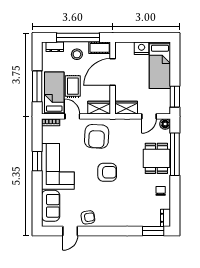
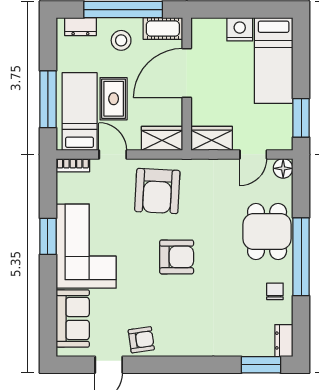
window: (175, 154) -> (301, 257), moved

